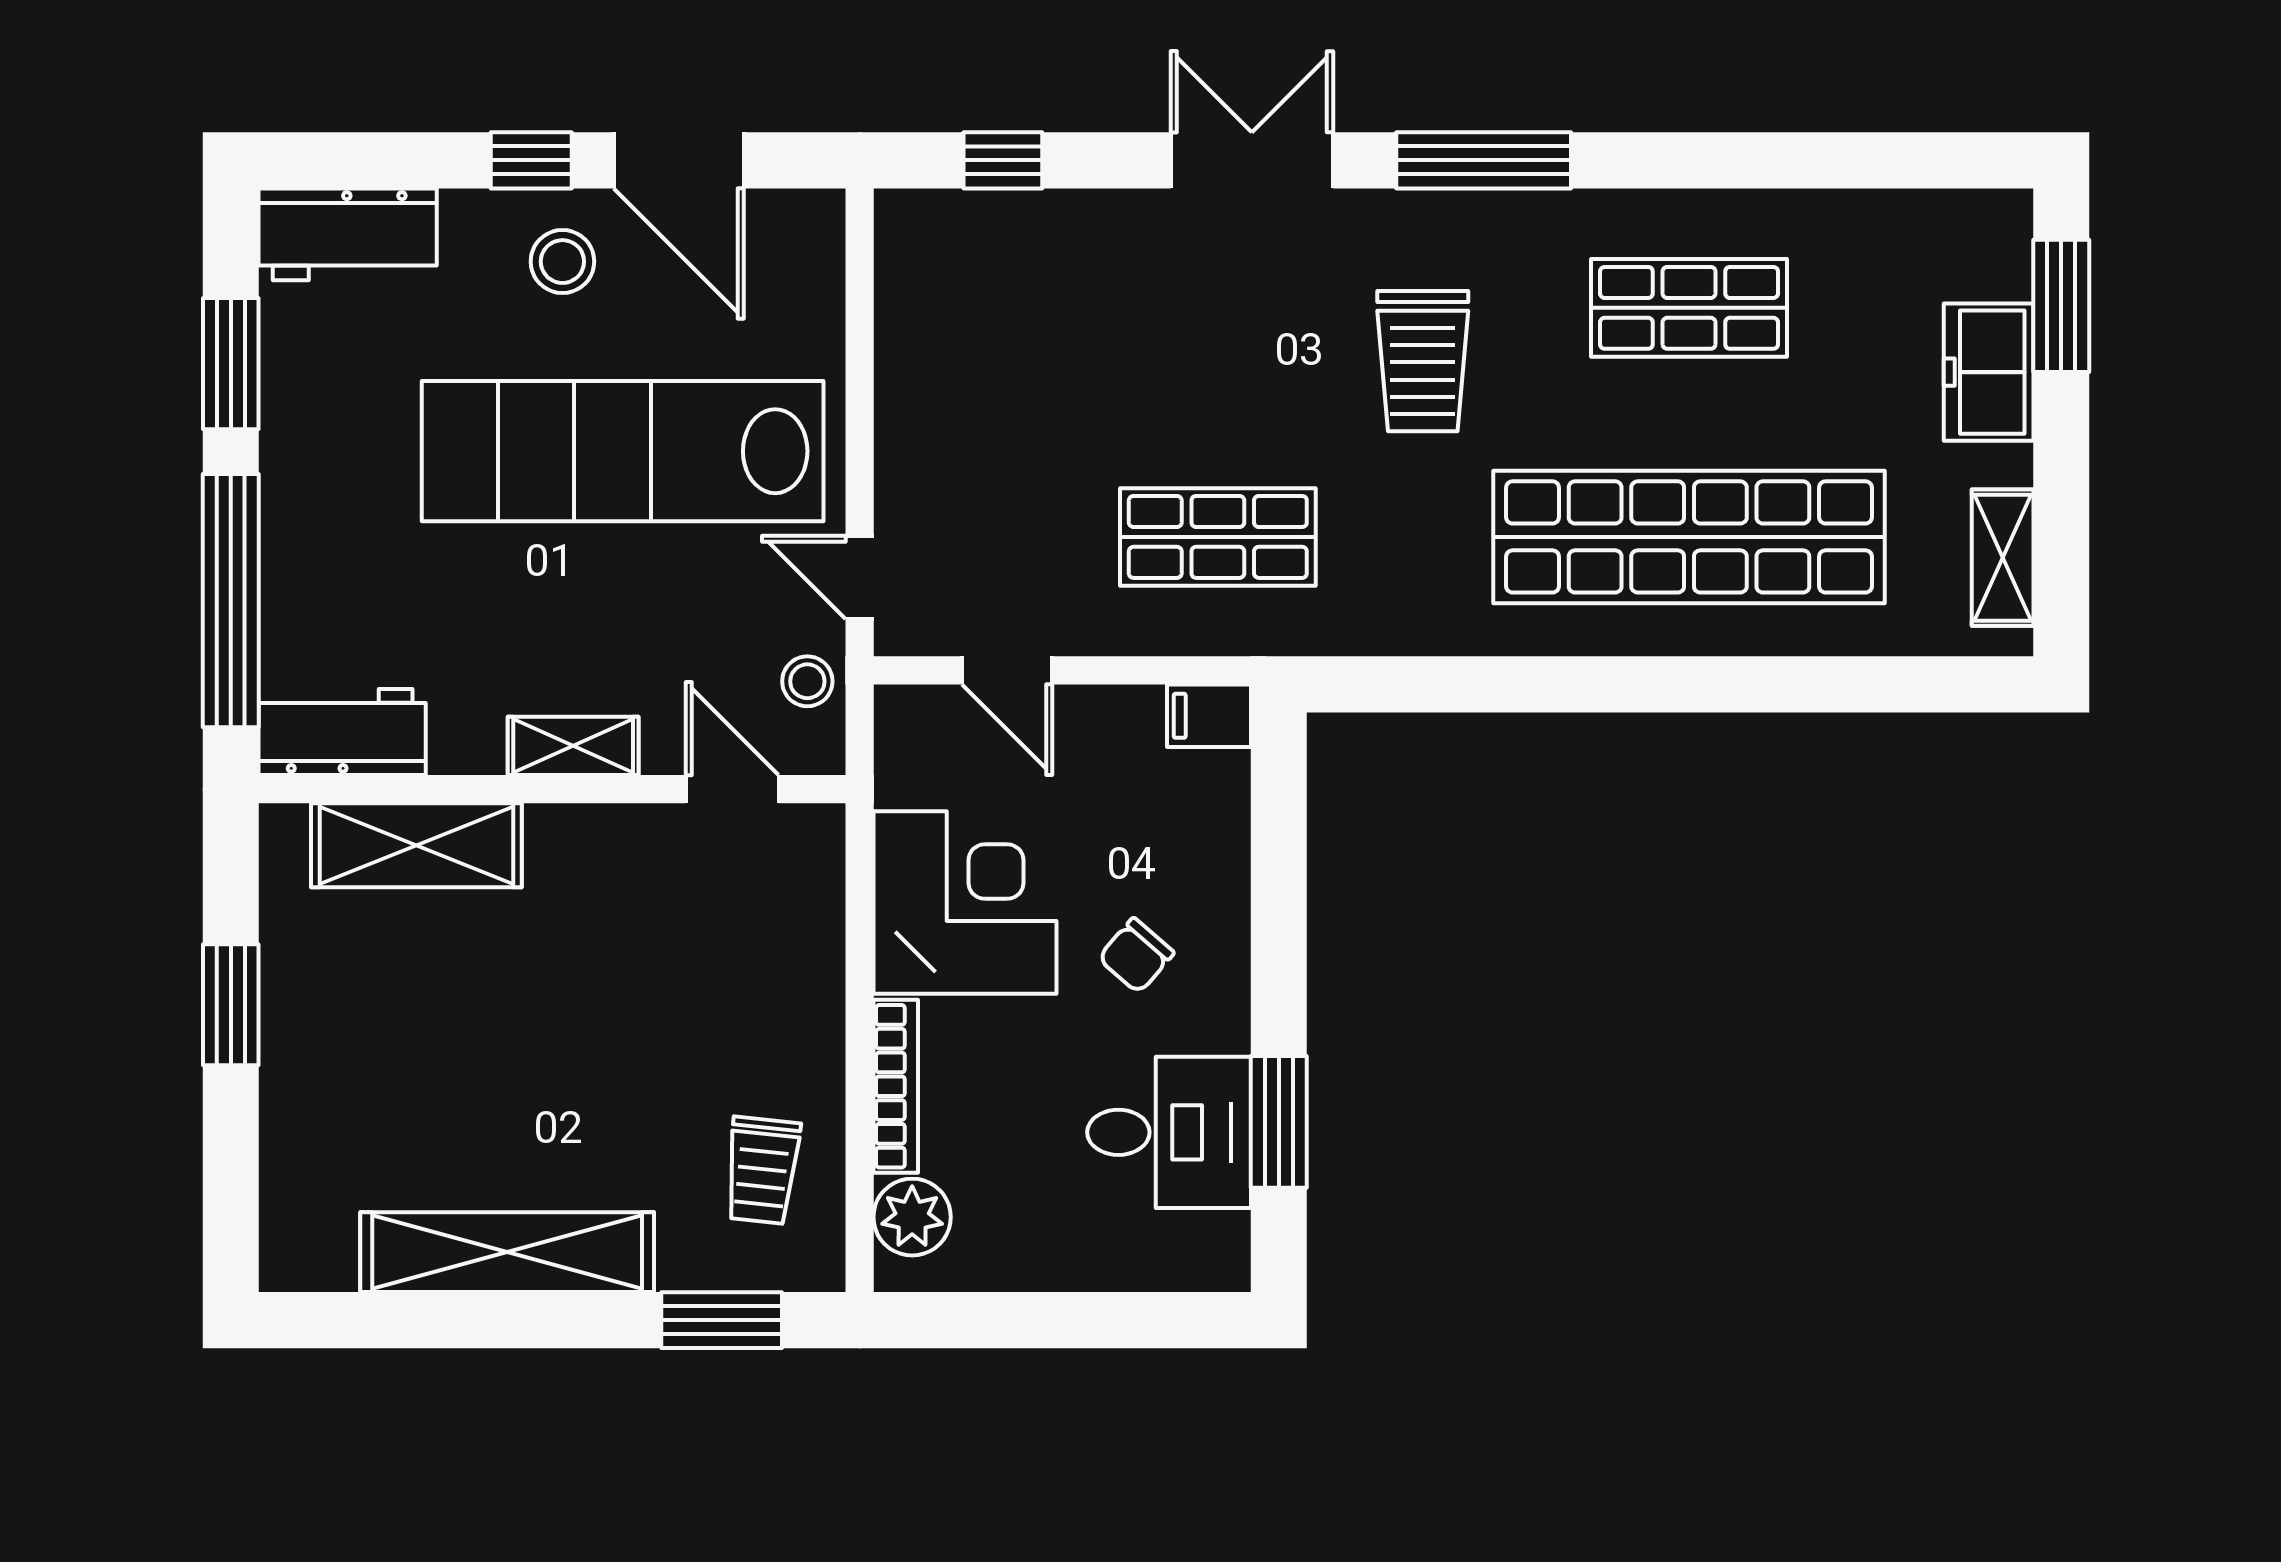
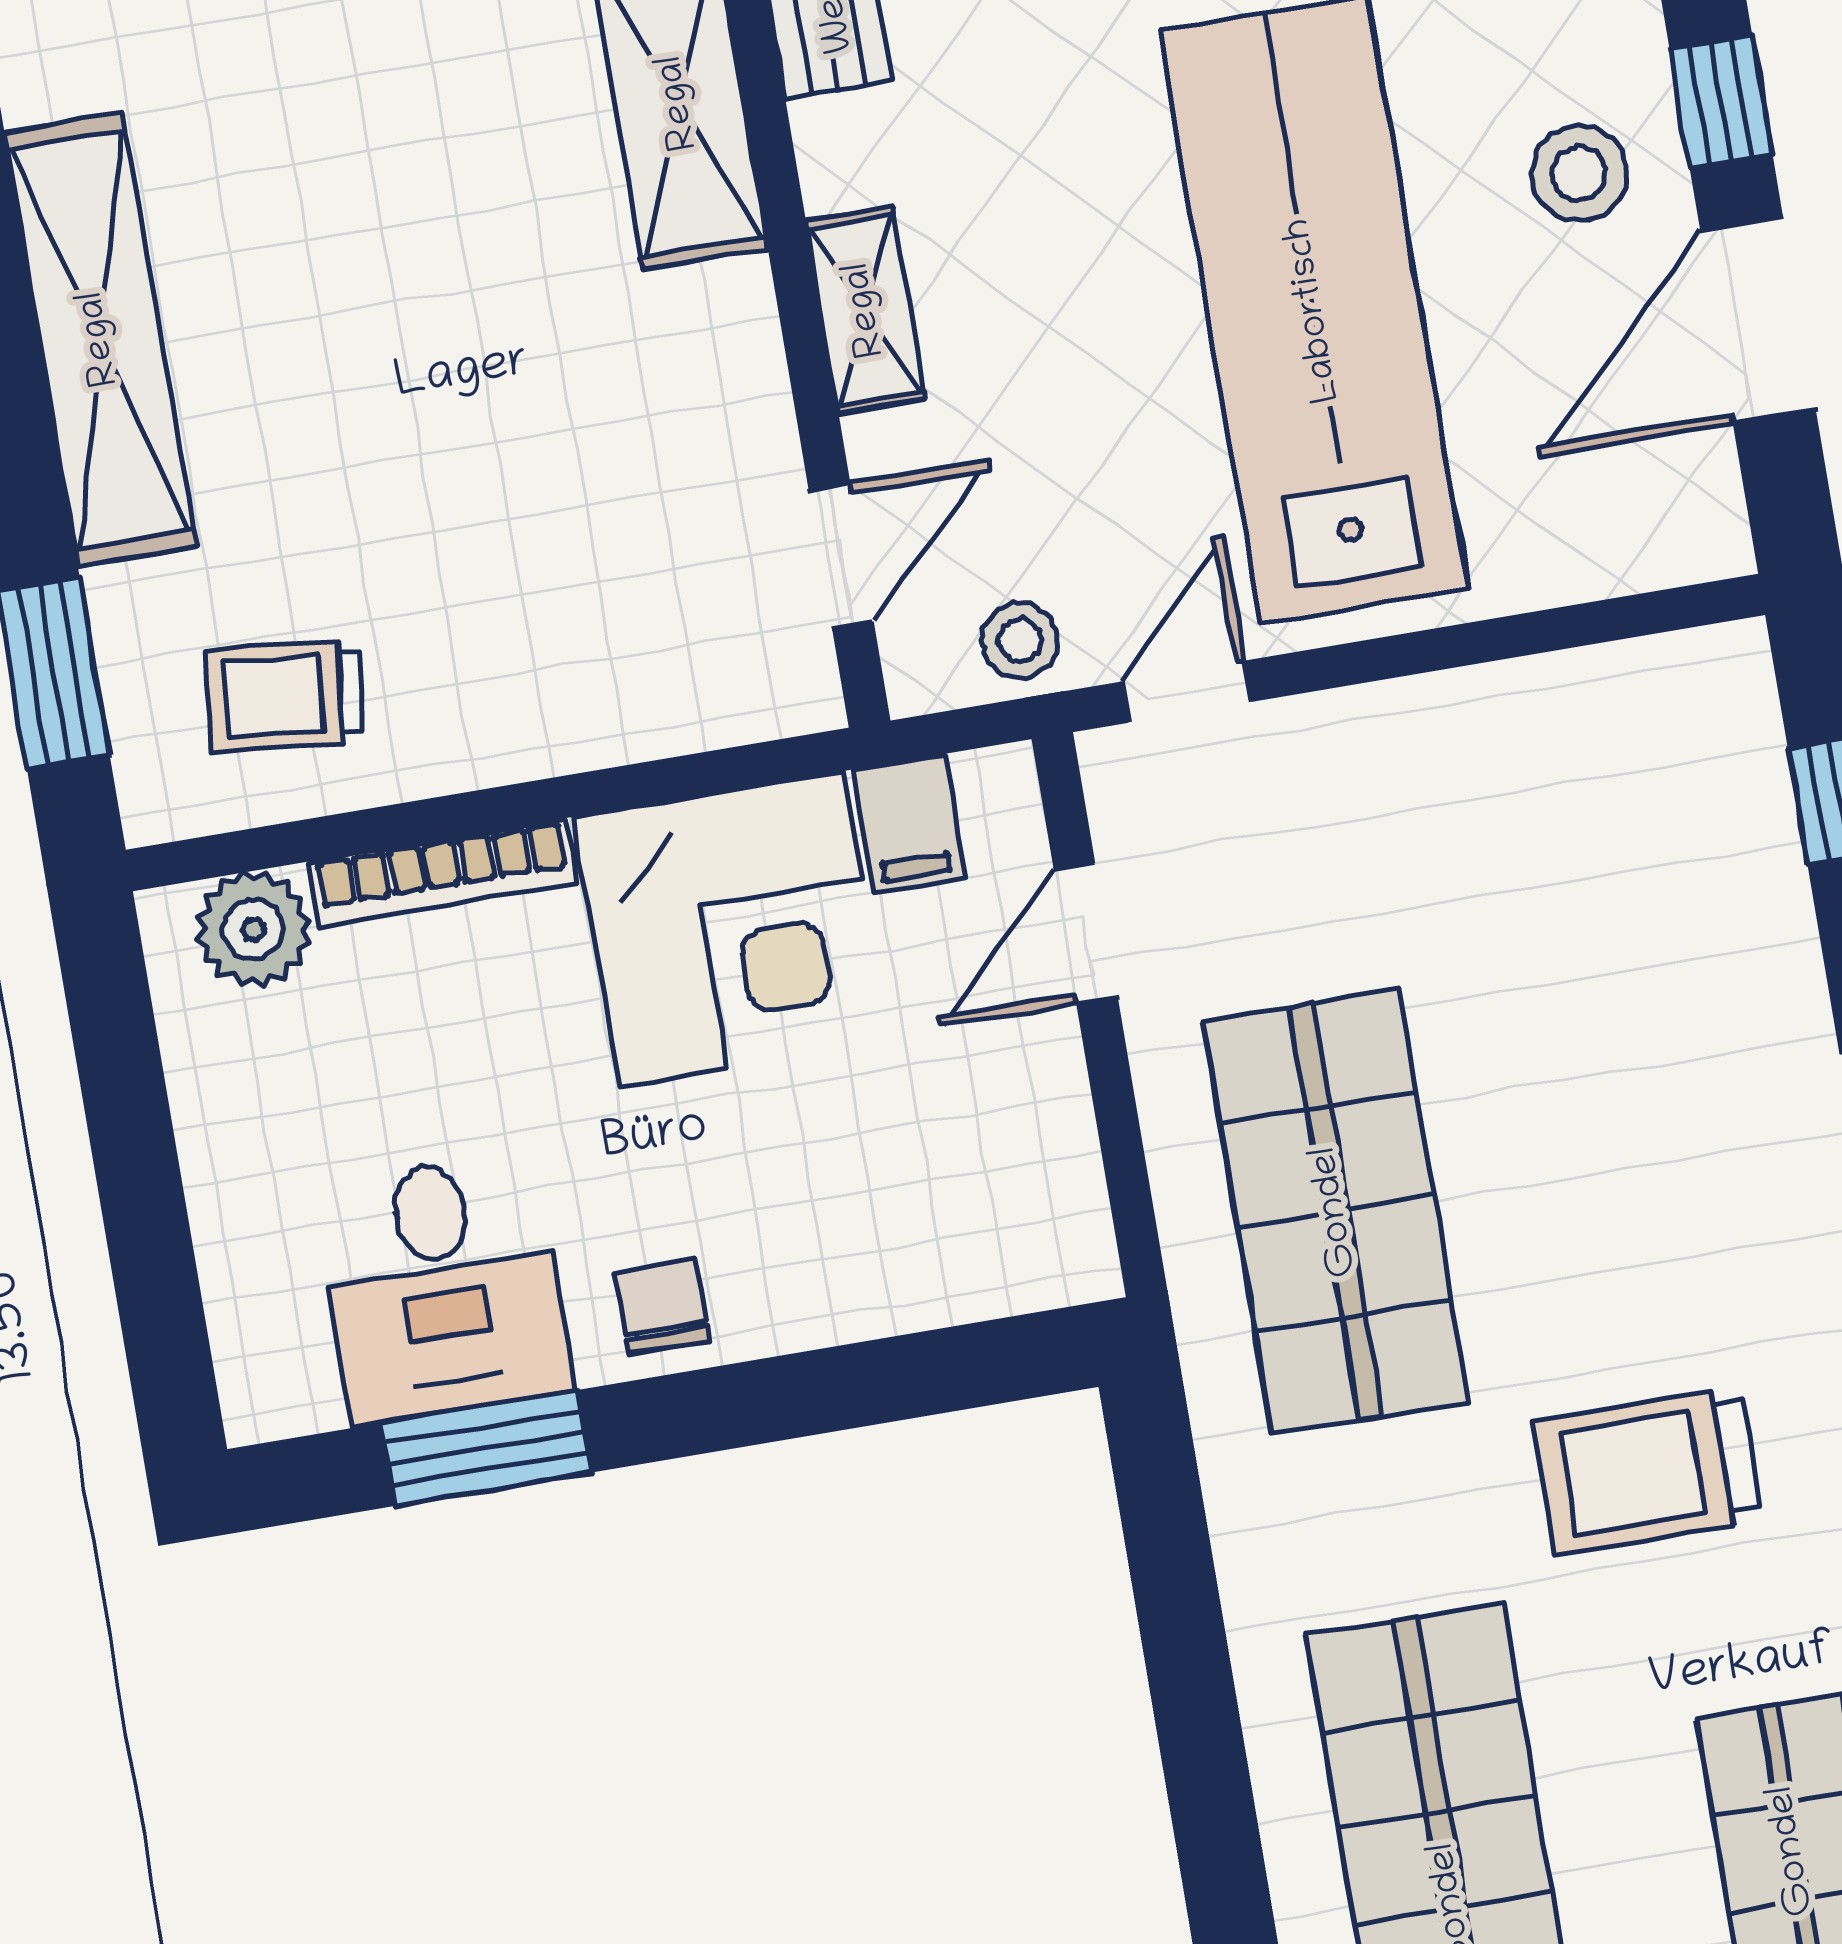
shop shelf: (1218, 537) -> (1336, 1212), width x1.43, depth x1.36
filing cabinet: (1209, 716) -> (909, 824), moved, turned 180
chair: (1136, 955) -> (662, 1307), moved, turned 49

